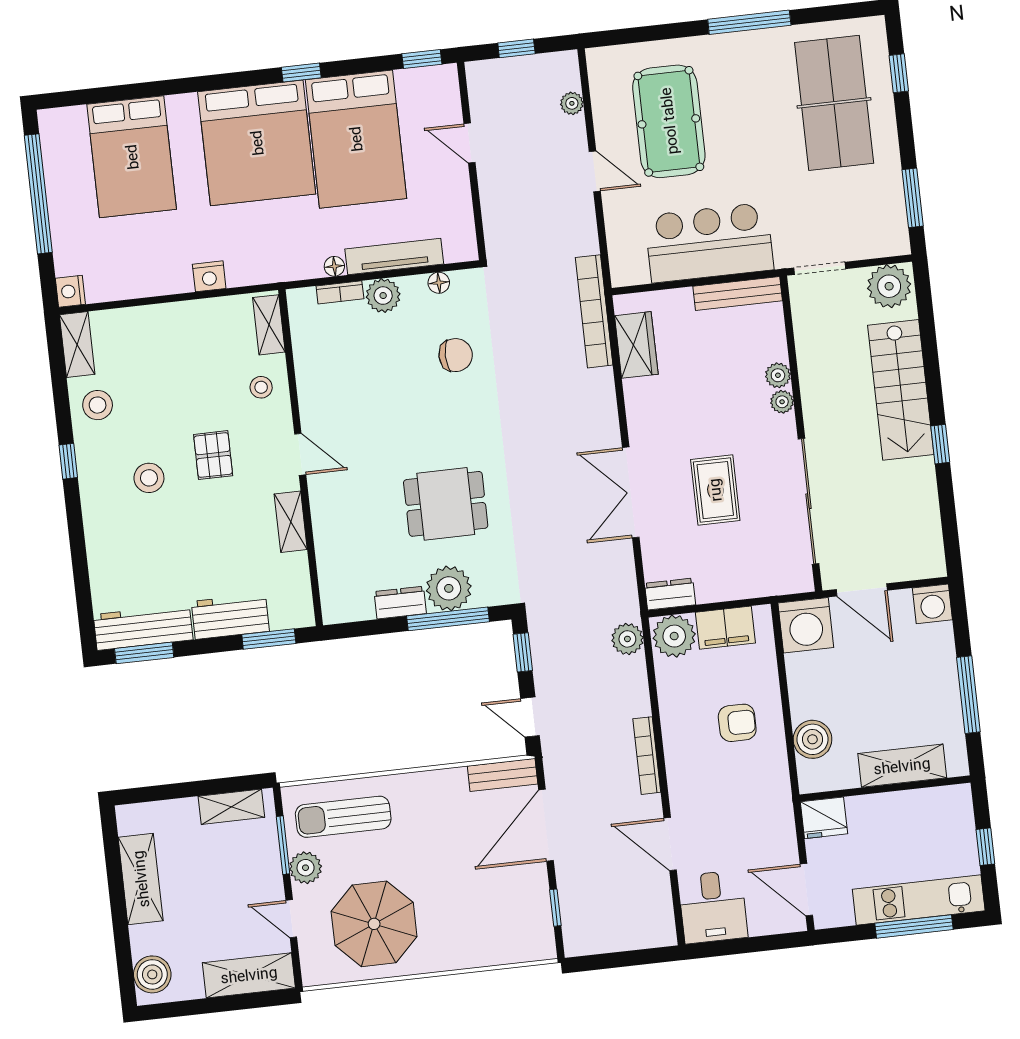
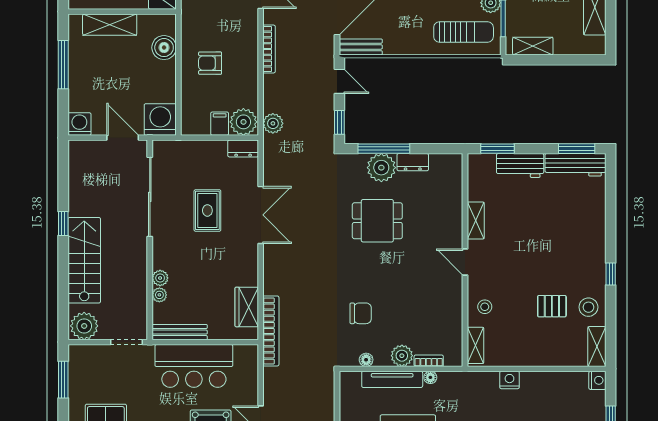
chair: (456, 355) -> (361, 313), turned 180
plant: (782, 402) -> (159, 295), moved
pallet: (213, 455) -> (552, 306), moved, turned 90
stool: (149, 478) -> (561, 258), removed
filing cabinet: (725, 628) -> (220, 124), width x0.50

